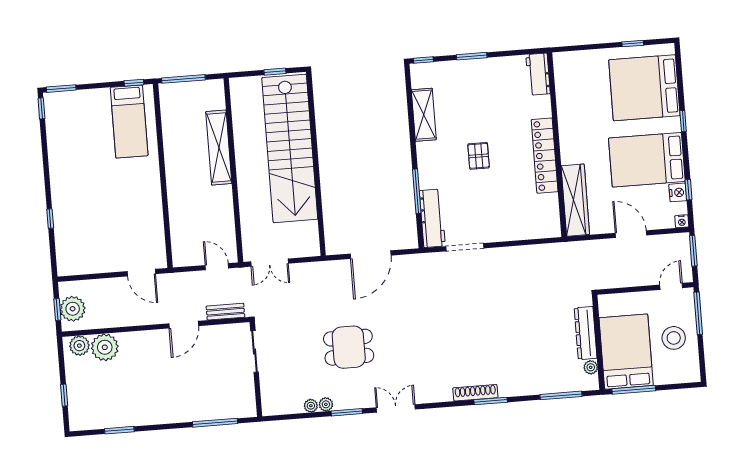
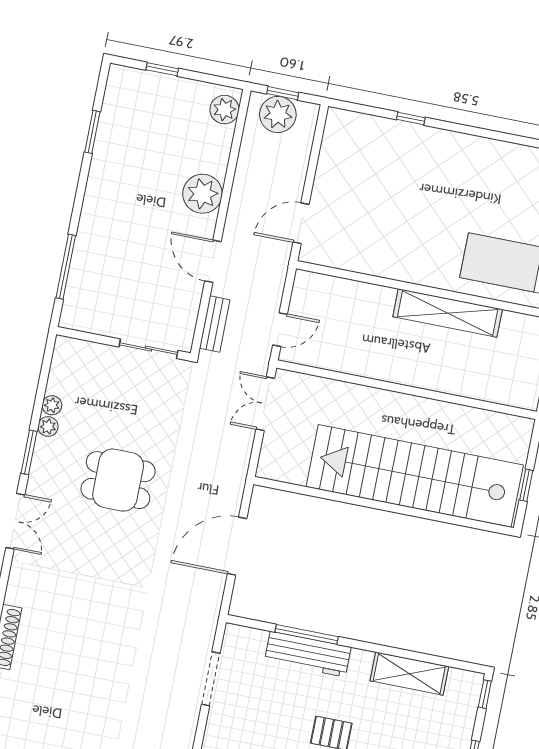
shelving: (219, 148) -> (448, 313), moved
workbench: (432, 218) -> (308, 654), moved
door: (371, 255) -> (237, 546), hinge flipped
plant: (105, 347) -> (202, 194), moved
dining table: (349, 347) -> (118, 480), turned 90

